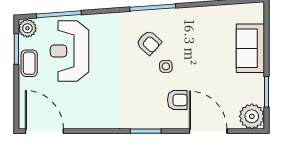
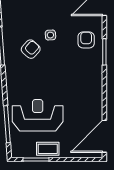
plant: (27, 28) -> (19, 150), removed
reception desk: (70, 51) -> (38, 115), turned 180
armchair: (177, 100) -> (86, 40), moved

